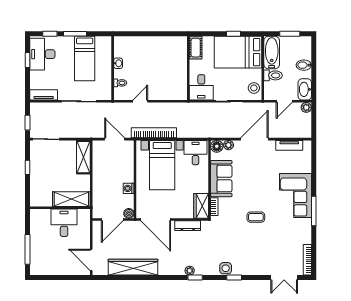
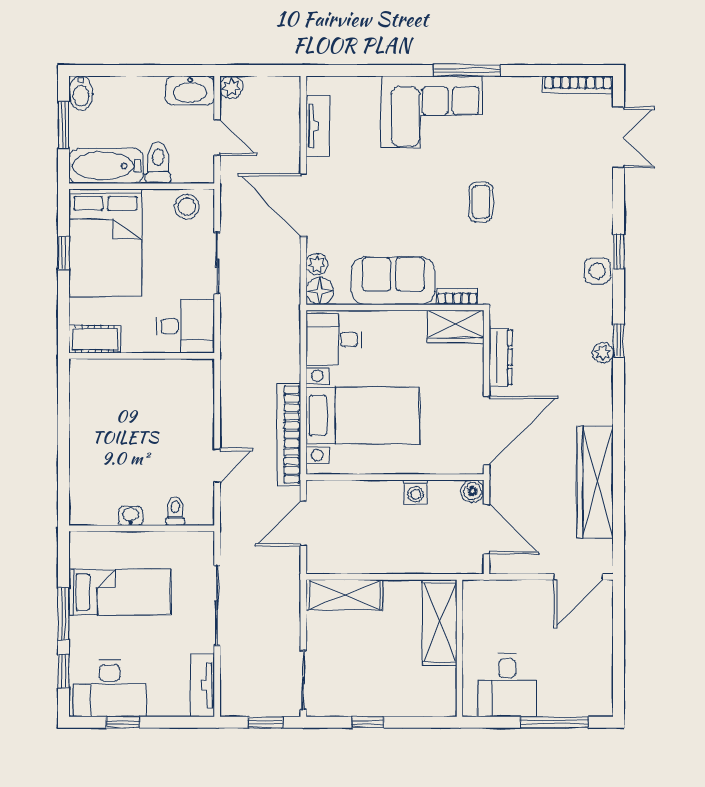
bidet: (304, 65) -> (81, 93), moved
door: (140, 101) -> (217, 465), swing flipped
desk: (64, 223) -> (507, 685), moved, turned -90

